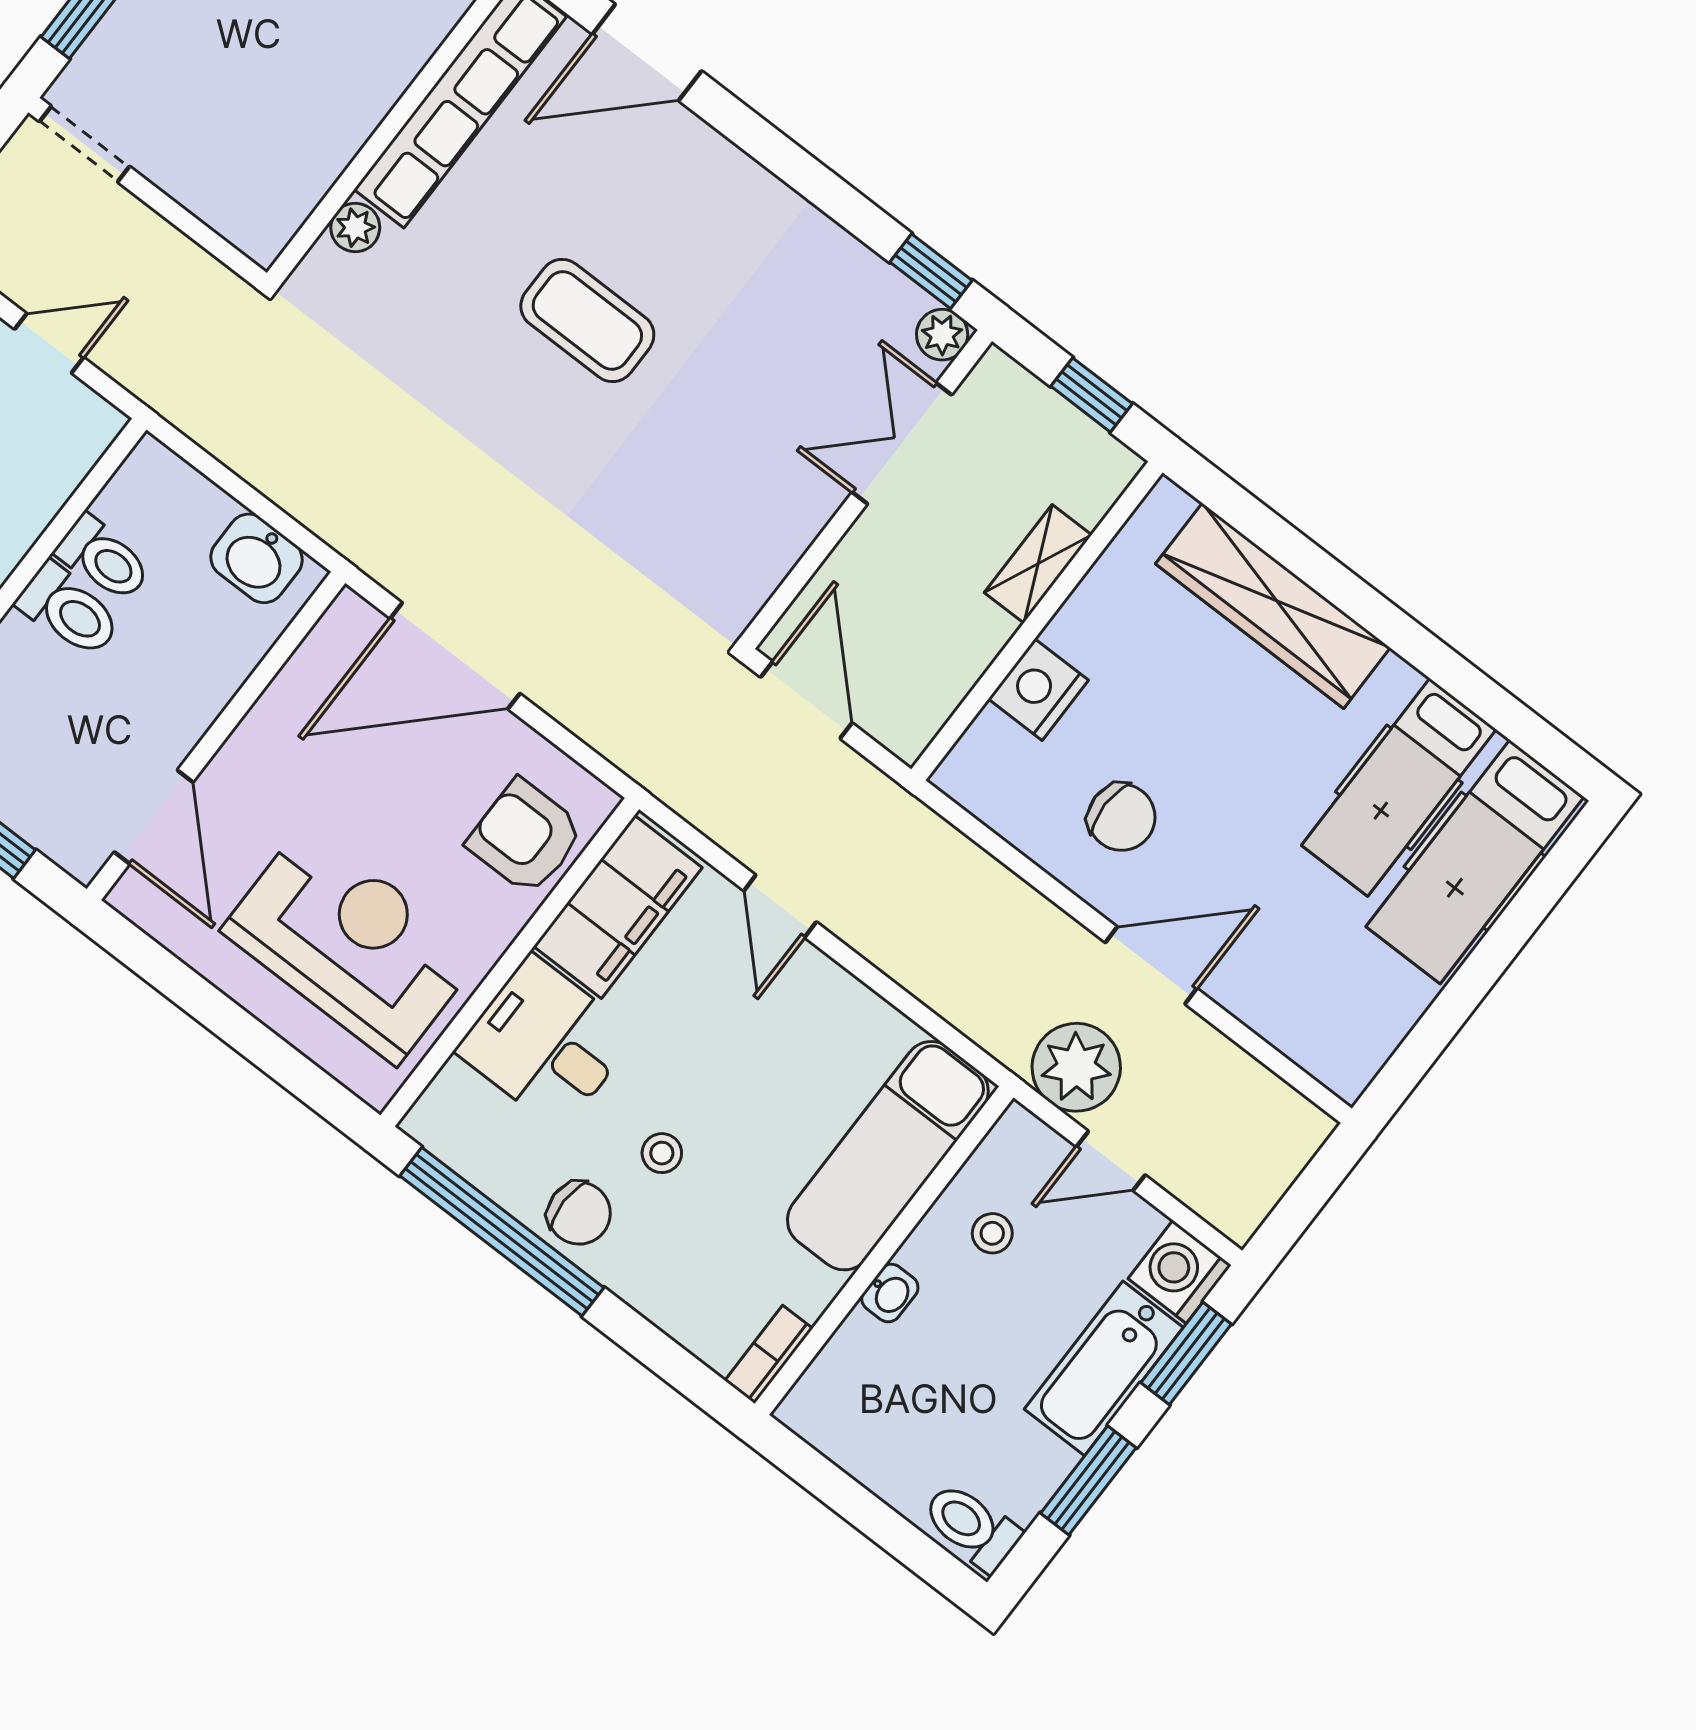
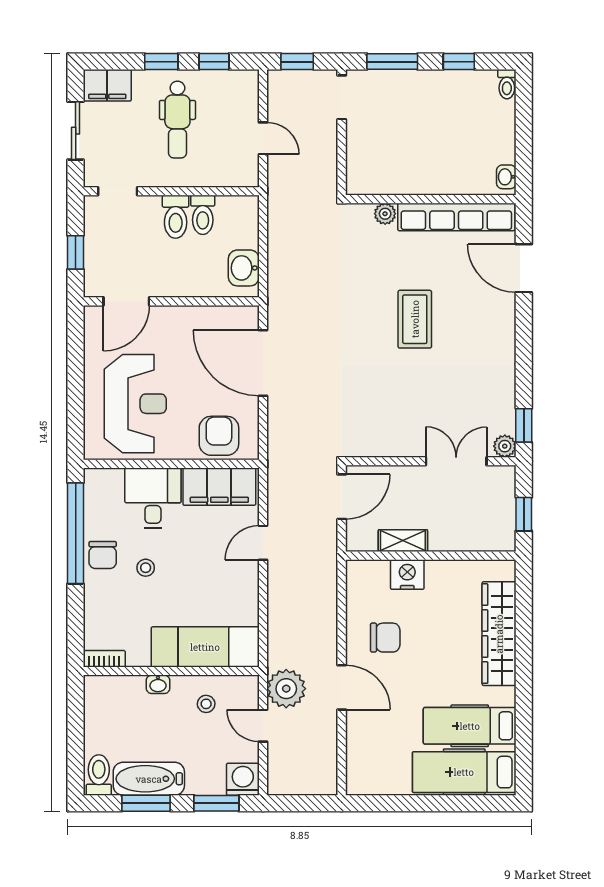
shelving: (1038, 564) -> (403, 541), moved
chair: (1122, 817) -> (385, 638), turned -90
bathtub: (1104, 1368) -> (149, 779), moved

